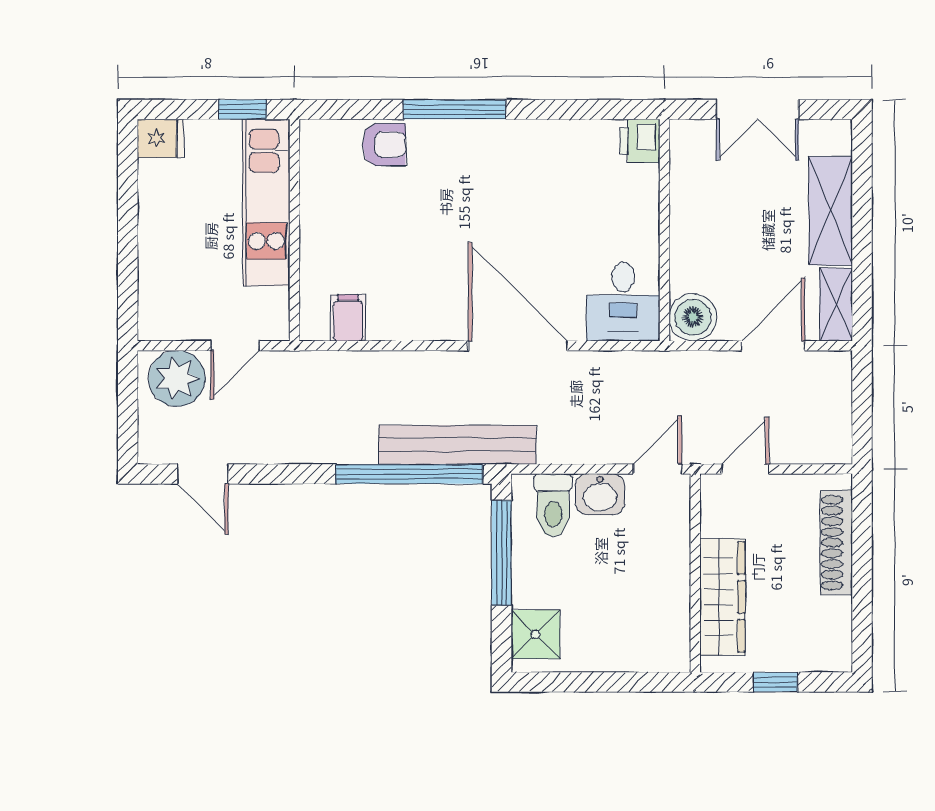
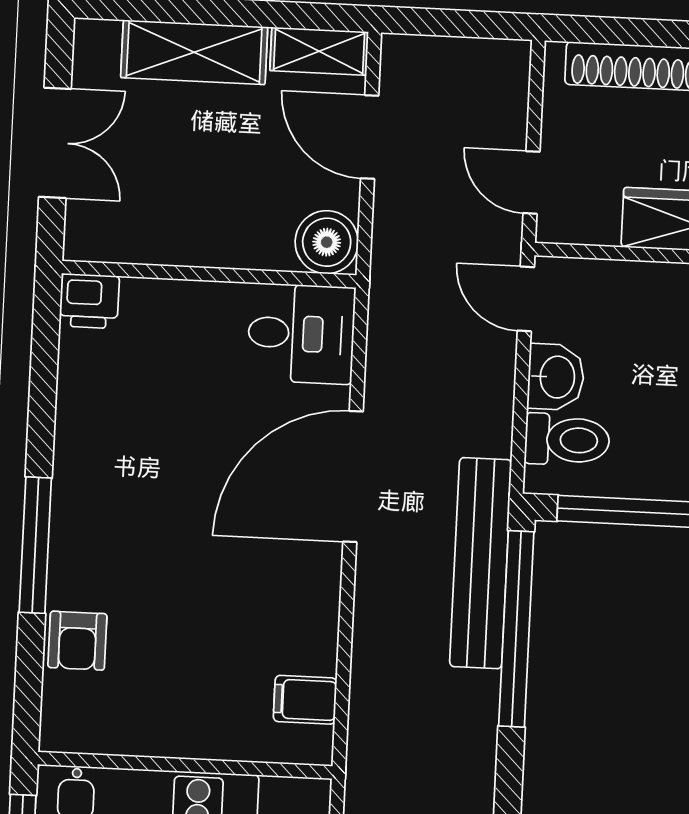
armchair: (384, 145) -> (77, 641), turned 180

